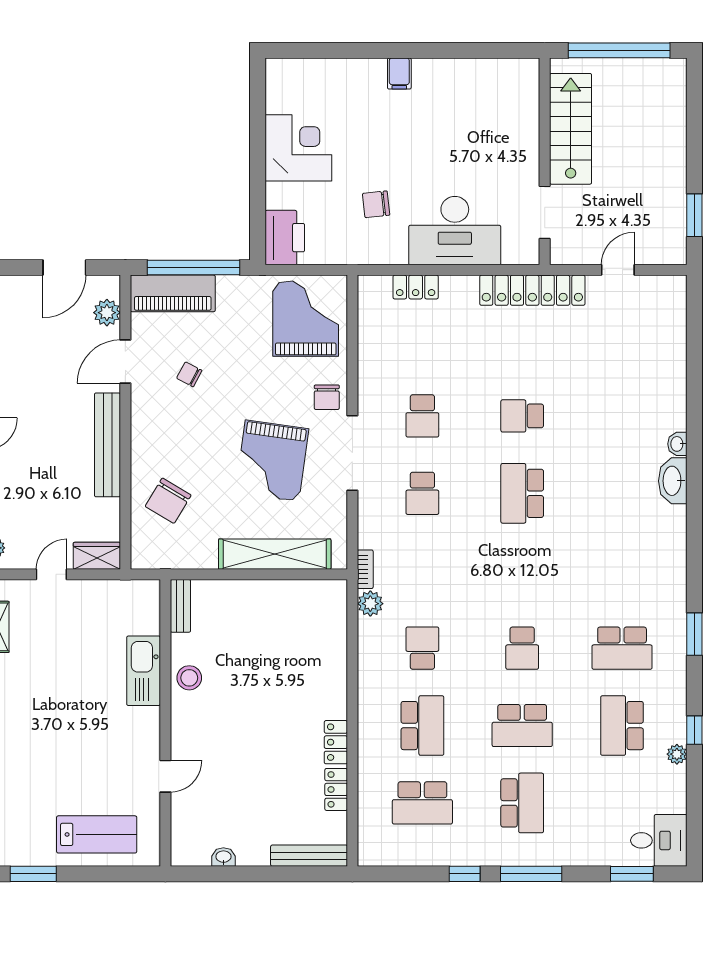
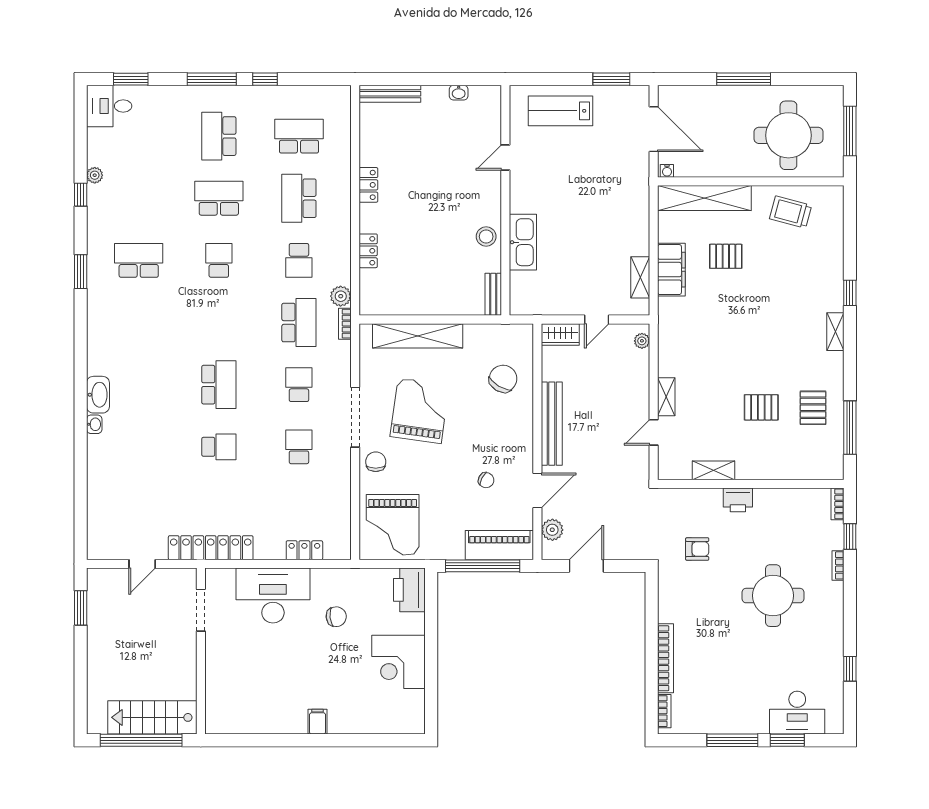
stairs: (571, 129) -> (152, 717), moved, turned 90
school desk: (622, 726) -> (299, 323), moved
locker: (336, 789) -> (368, 251), moved

